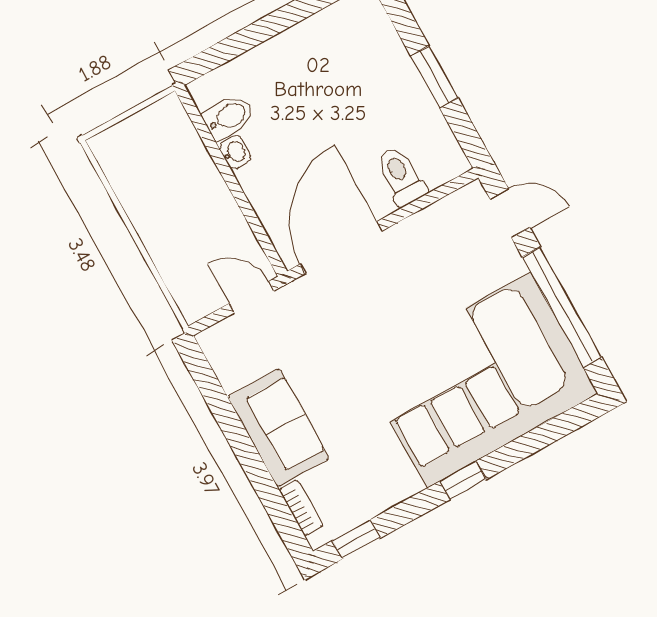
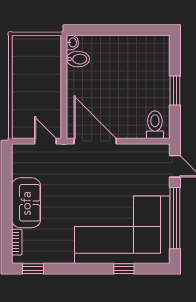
washbasin: (235, 152) -> (72, 43), moved
toilet: (401, 176) -> (155, 125), moved
door: (341, 247) -> (95, 141), hinge flipped
window: (463, 480) -> (124, 269), moved

